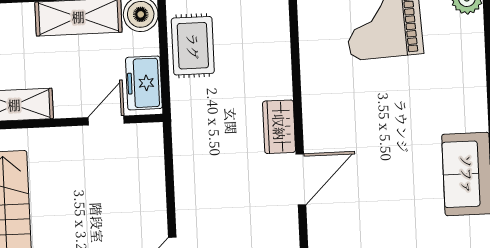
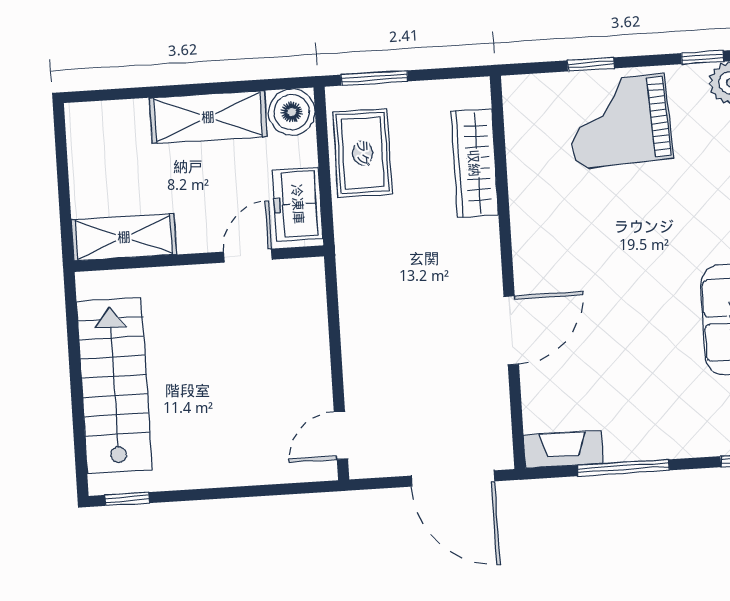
wardrobe: (279, 127) -> (474, 163), moved, width x1.50

